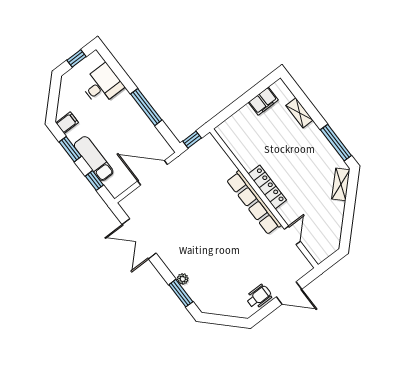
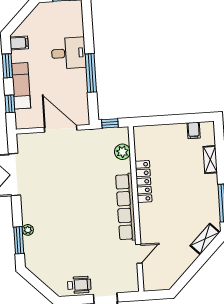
desk: (102, 85) -> (69, 53), moved
filing cabinet: (263, 101) -> (194, 130), width x0.50
plant: (219, 157) -> (122, 152), added
locker: (267, 187) -> (143, 181), moved

